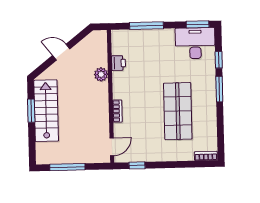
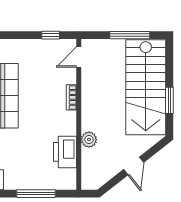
door: (61, 52) -> (134, 166), hinge flipped
printer: (119, 63) -> (65, 152), width x1.87, depth x1.48
stairs: (46, 111) -> (146, 87), width x1.36, depth x1.51

